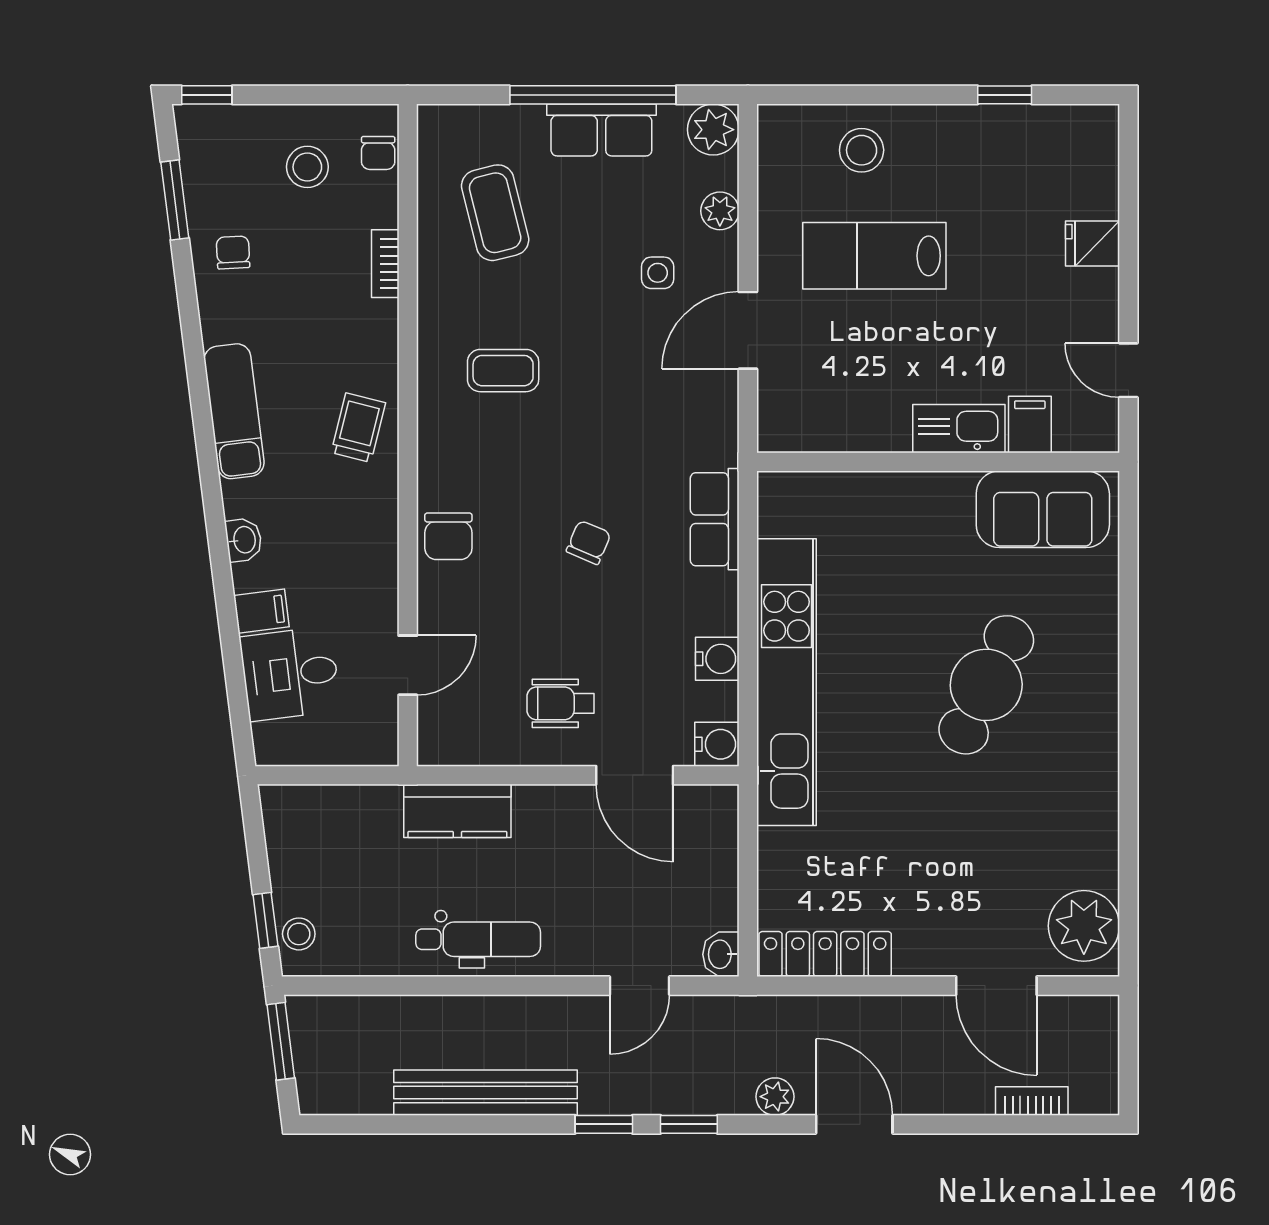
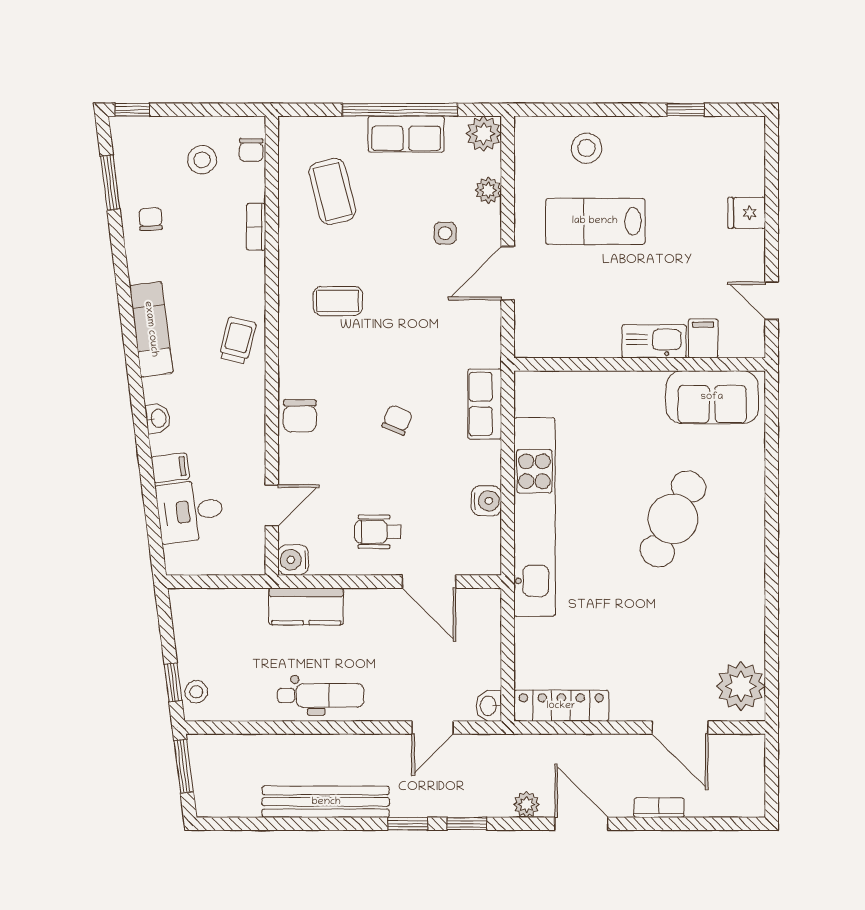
water cooler: (717, 744) -> (293, 560), moved, turned 180
bookcase: (1032, 1101) -> (659, 808), moved

